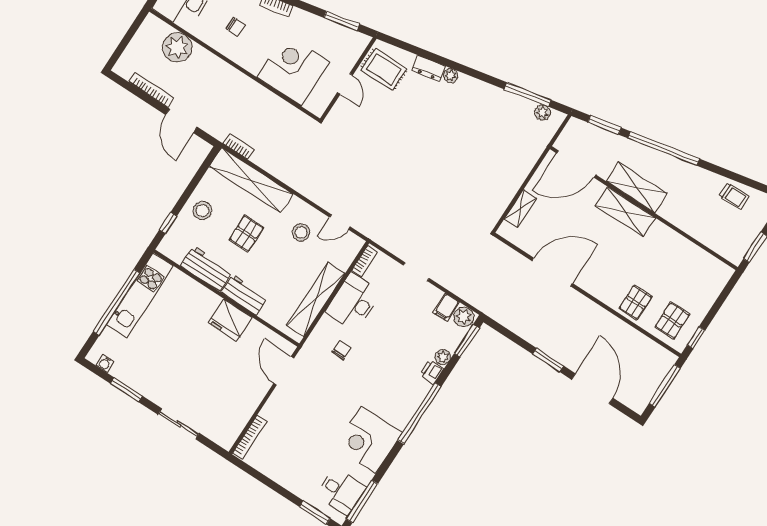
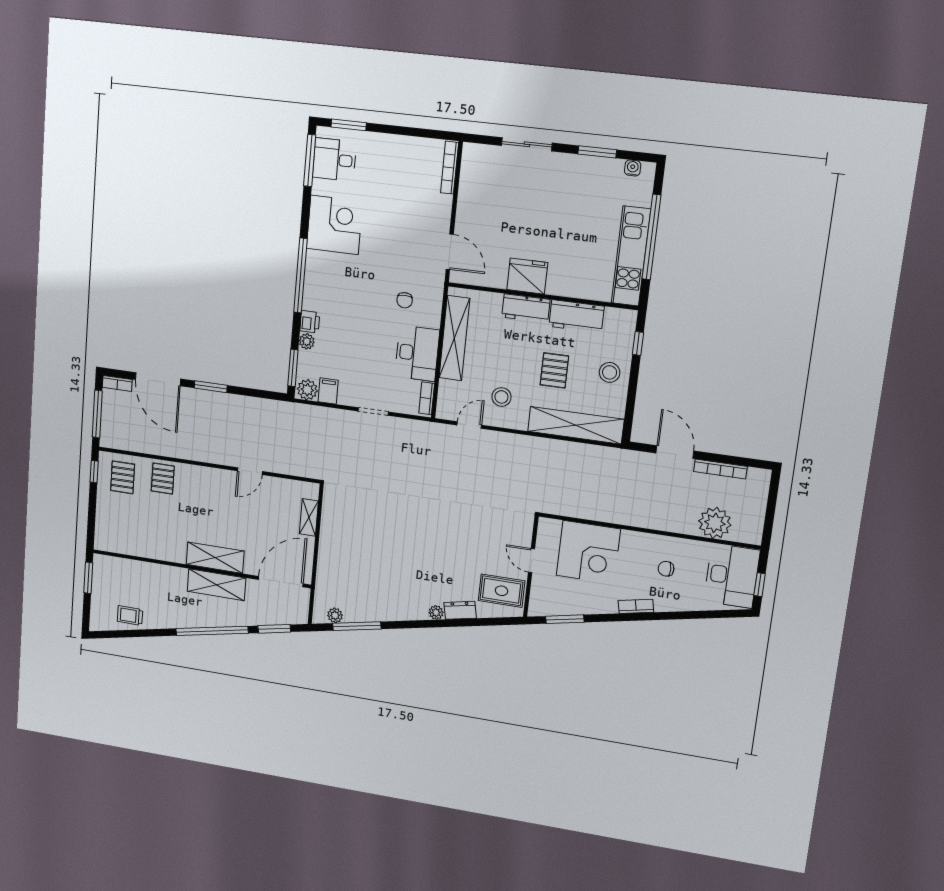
bookcase: (238, 147) -> (117, 383), moved
door: (552, 272) -> (250, 471), width x0.53

